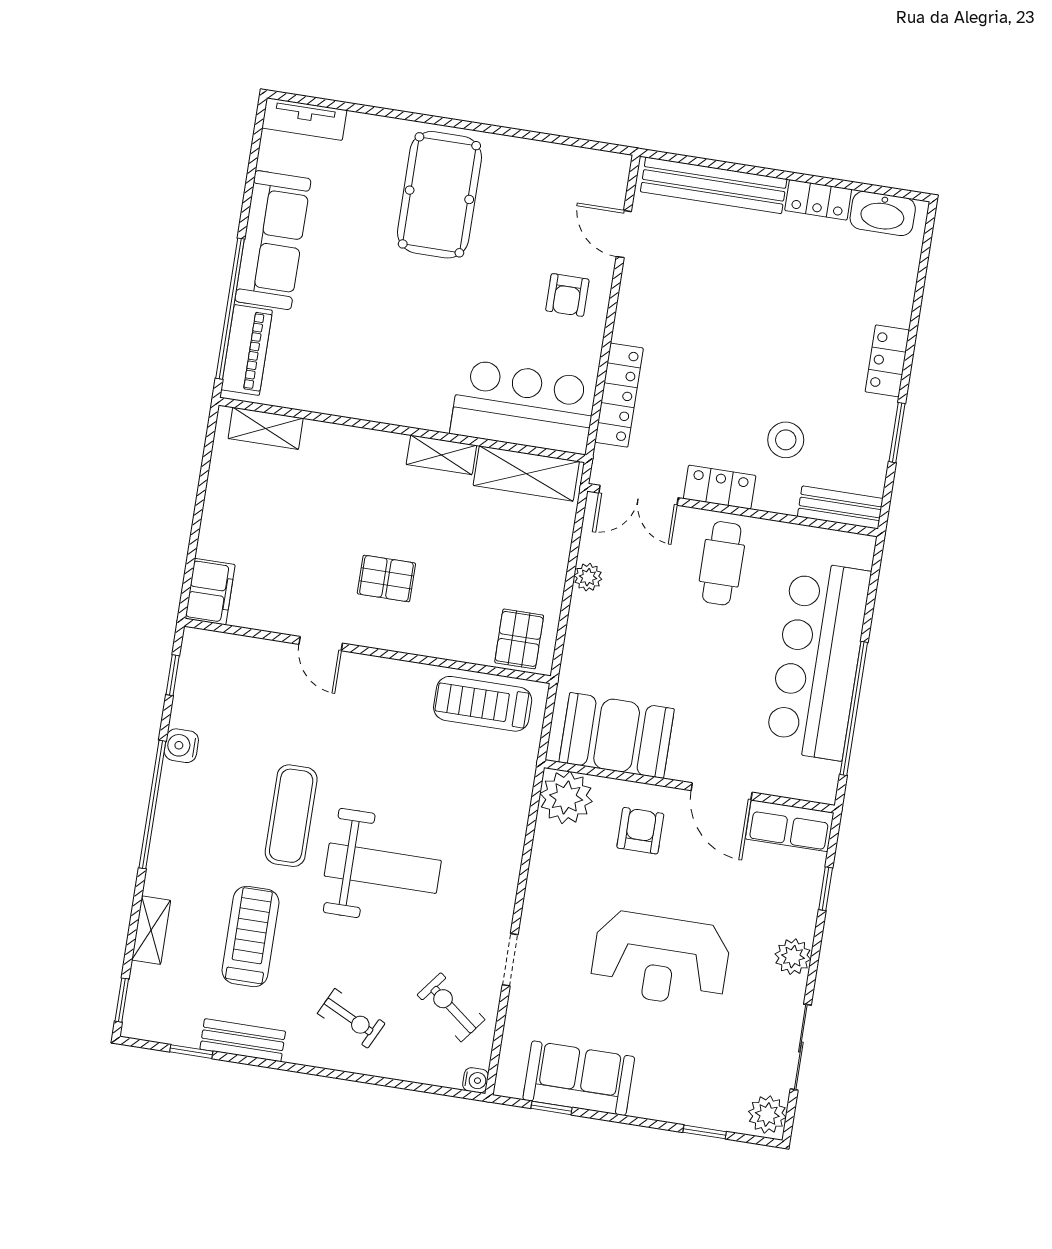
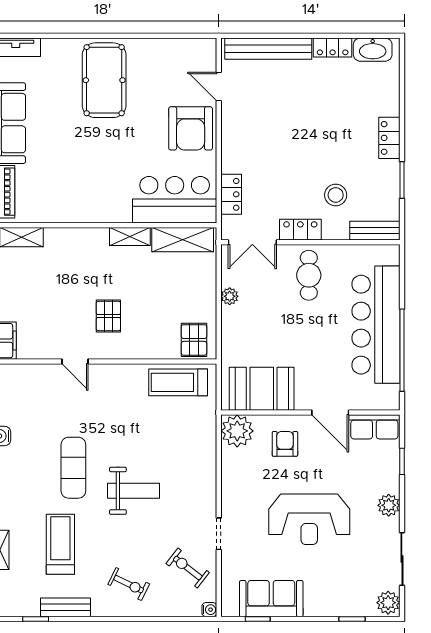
armchair: (567, 295) -> (191, 128), width x1.88, depth x1.88
locker: (619, 395) -> (231, 194), width x0.66
pallet: (386, 578) -> (108, 316), turned 90
weight bench: (383, 868) -> (133, 491), width x0.73, depth x0.75

